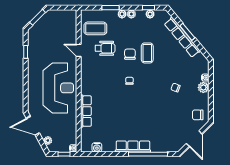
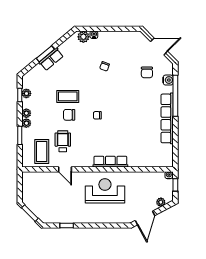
row of seats: (182, 37) -> (51, 59), width x0.50
door: (79, 50) -> (65, 169), hinge flipped
plant: (203, 87) -> (83, 37), moved
reception desk: (58, 88) -> (105, 191), width x0.74, depth x0.77
row of seats: (86, 111) -> (110, 162), moved
chair: (198, 115) -> (147, 72), moved
row of seats: (133, 146) -> (167, 118), width x1.36
water cooler: (97, 147) -> (168, 80), moved

